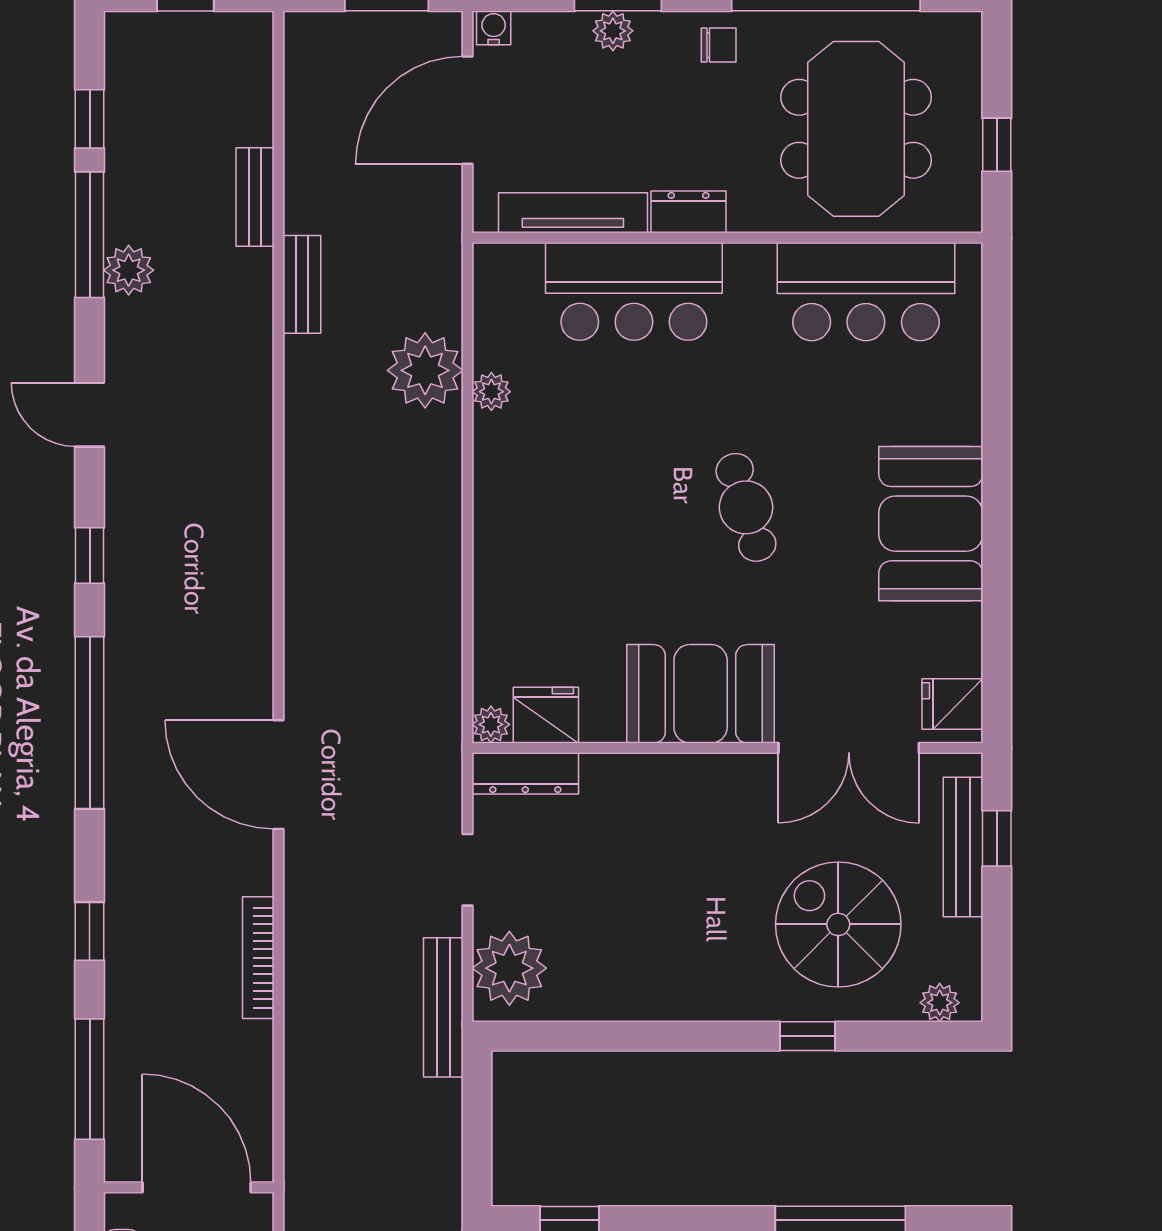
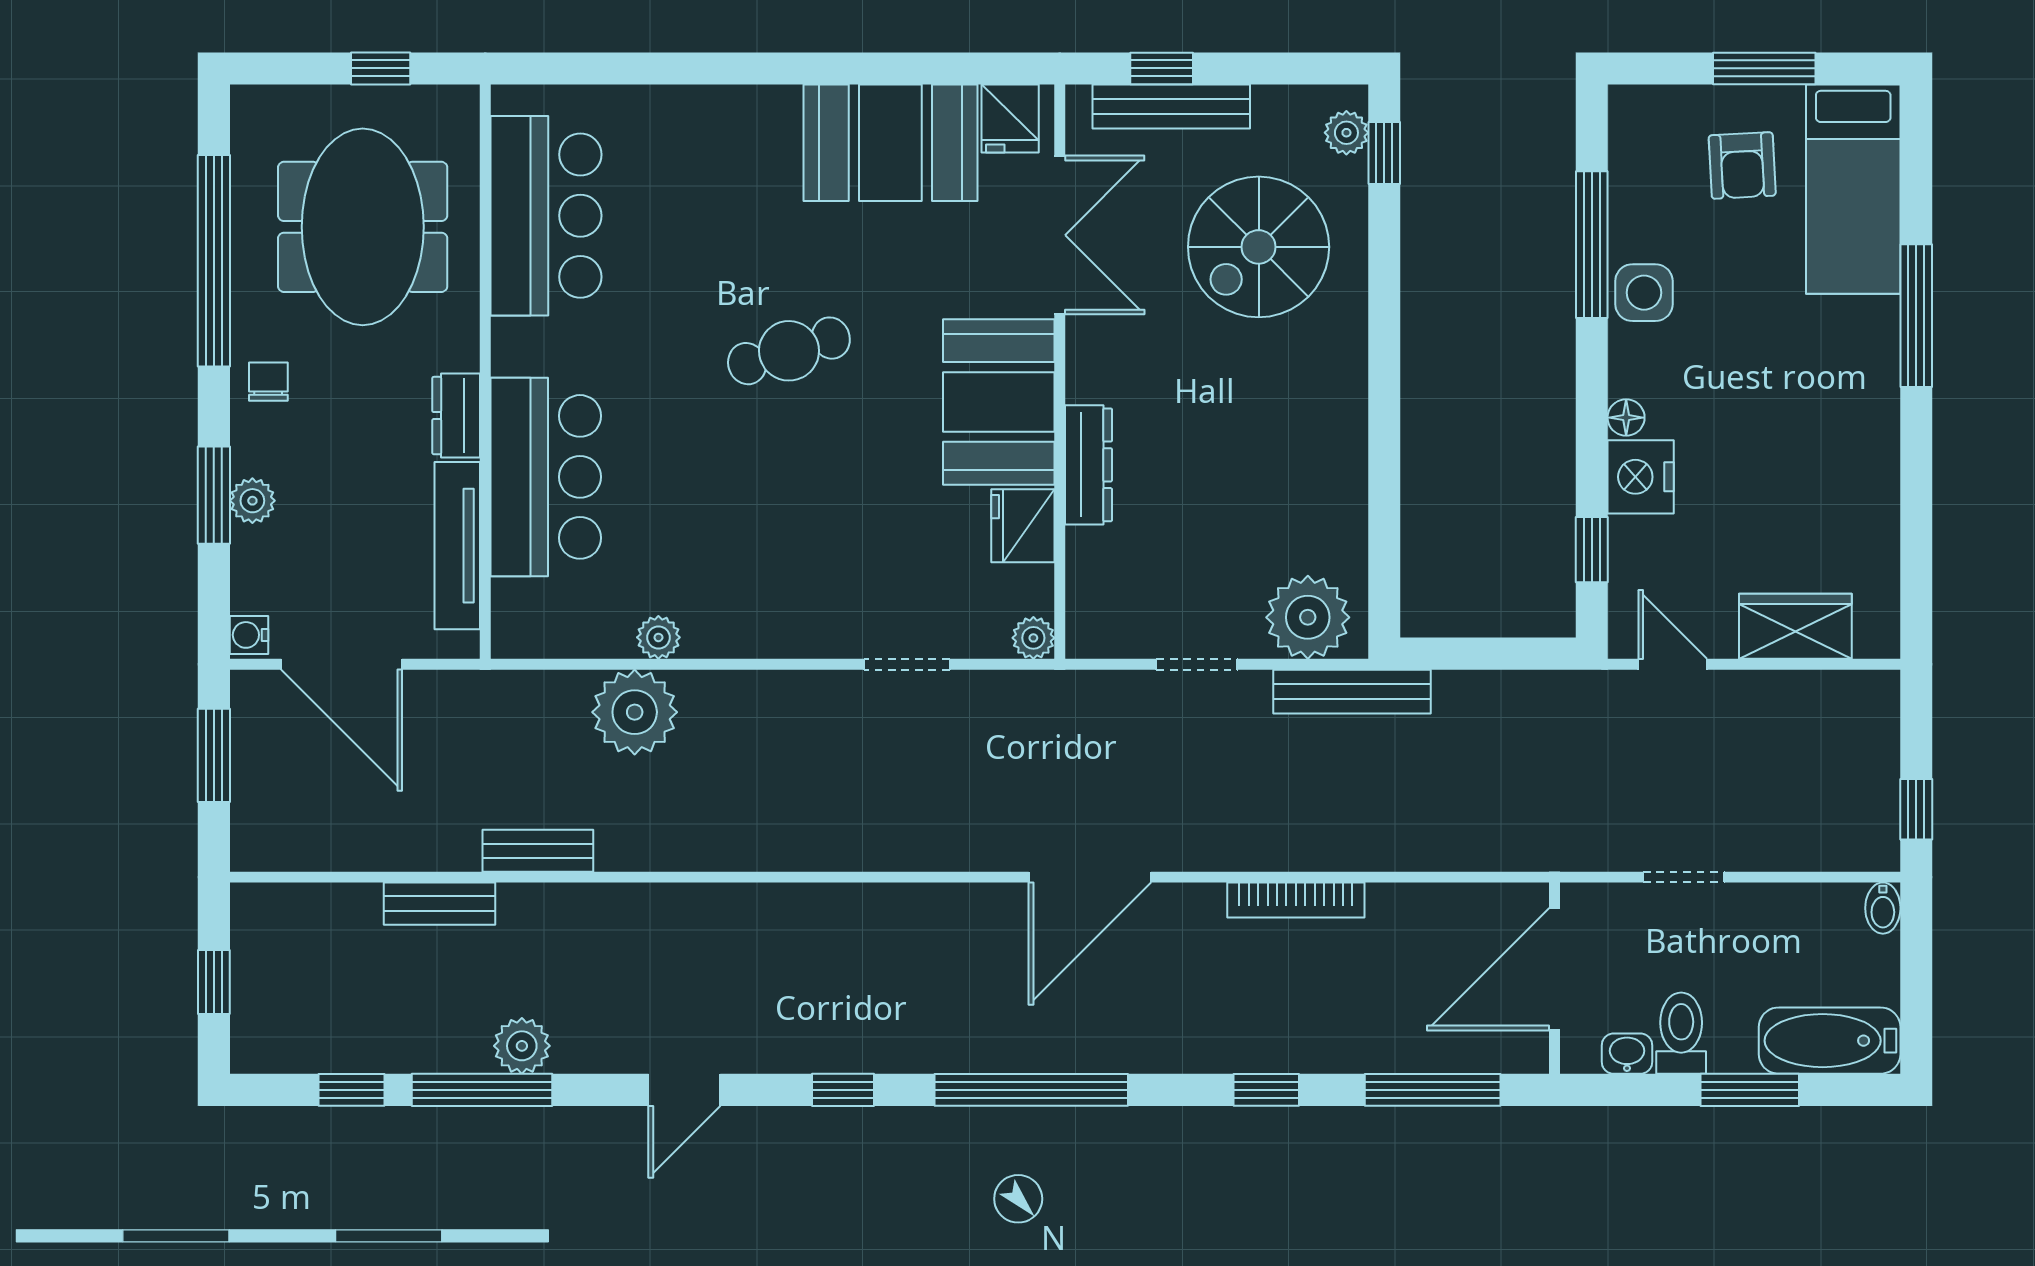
meeting table: (856, 129) -> (363, 227), turned 90
booth: (931, 524) -> (890, 143), moved
doorway: (468, 612) -> (907, 664), added
fridge: (546, 715) -> (1023, 526), moved
dresser: (525, 773) -> (1088, 465), moved
window: (807, 1036) -> (1384, 153), moved

